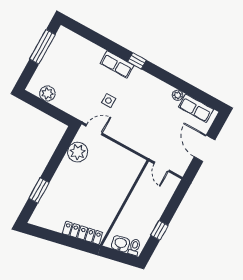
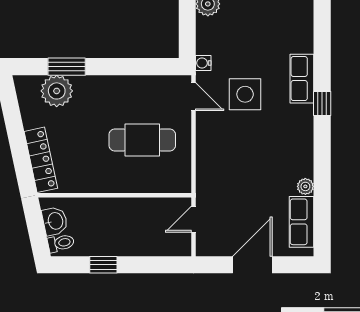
side table: (108, 101) -> (245, 94), width x1.87, depth x1.87
water cooler: (78, 114) -> (203, 63), added
plant: (78, 152) -> (57, 91), moved
cafe table: (102, 171) -> (142, 140), added

